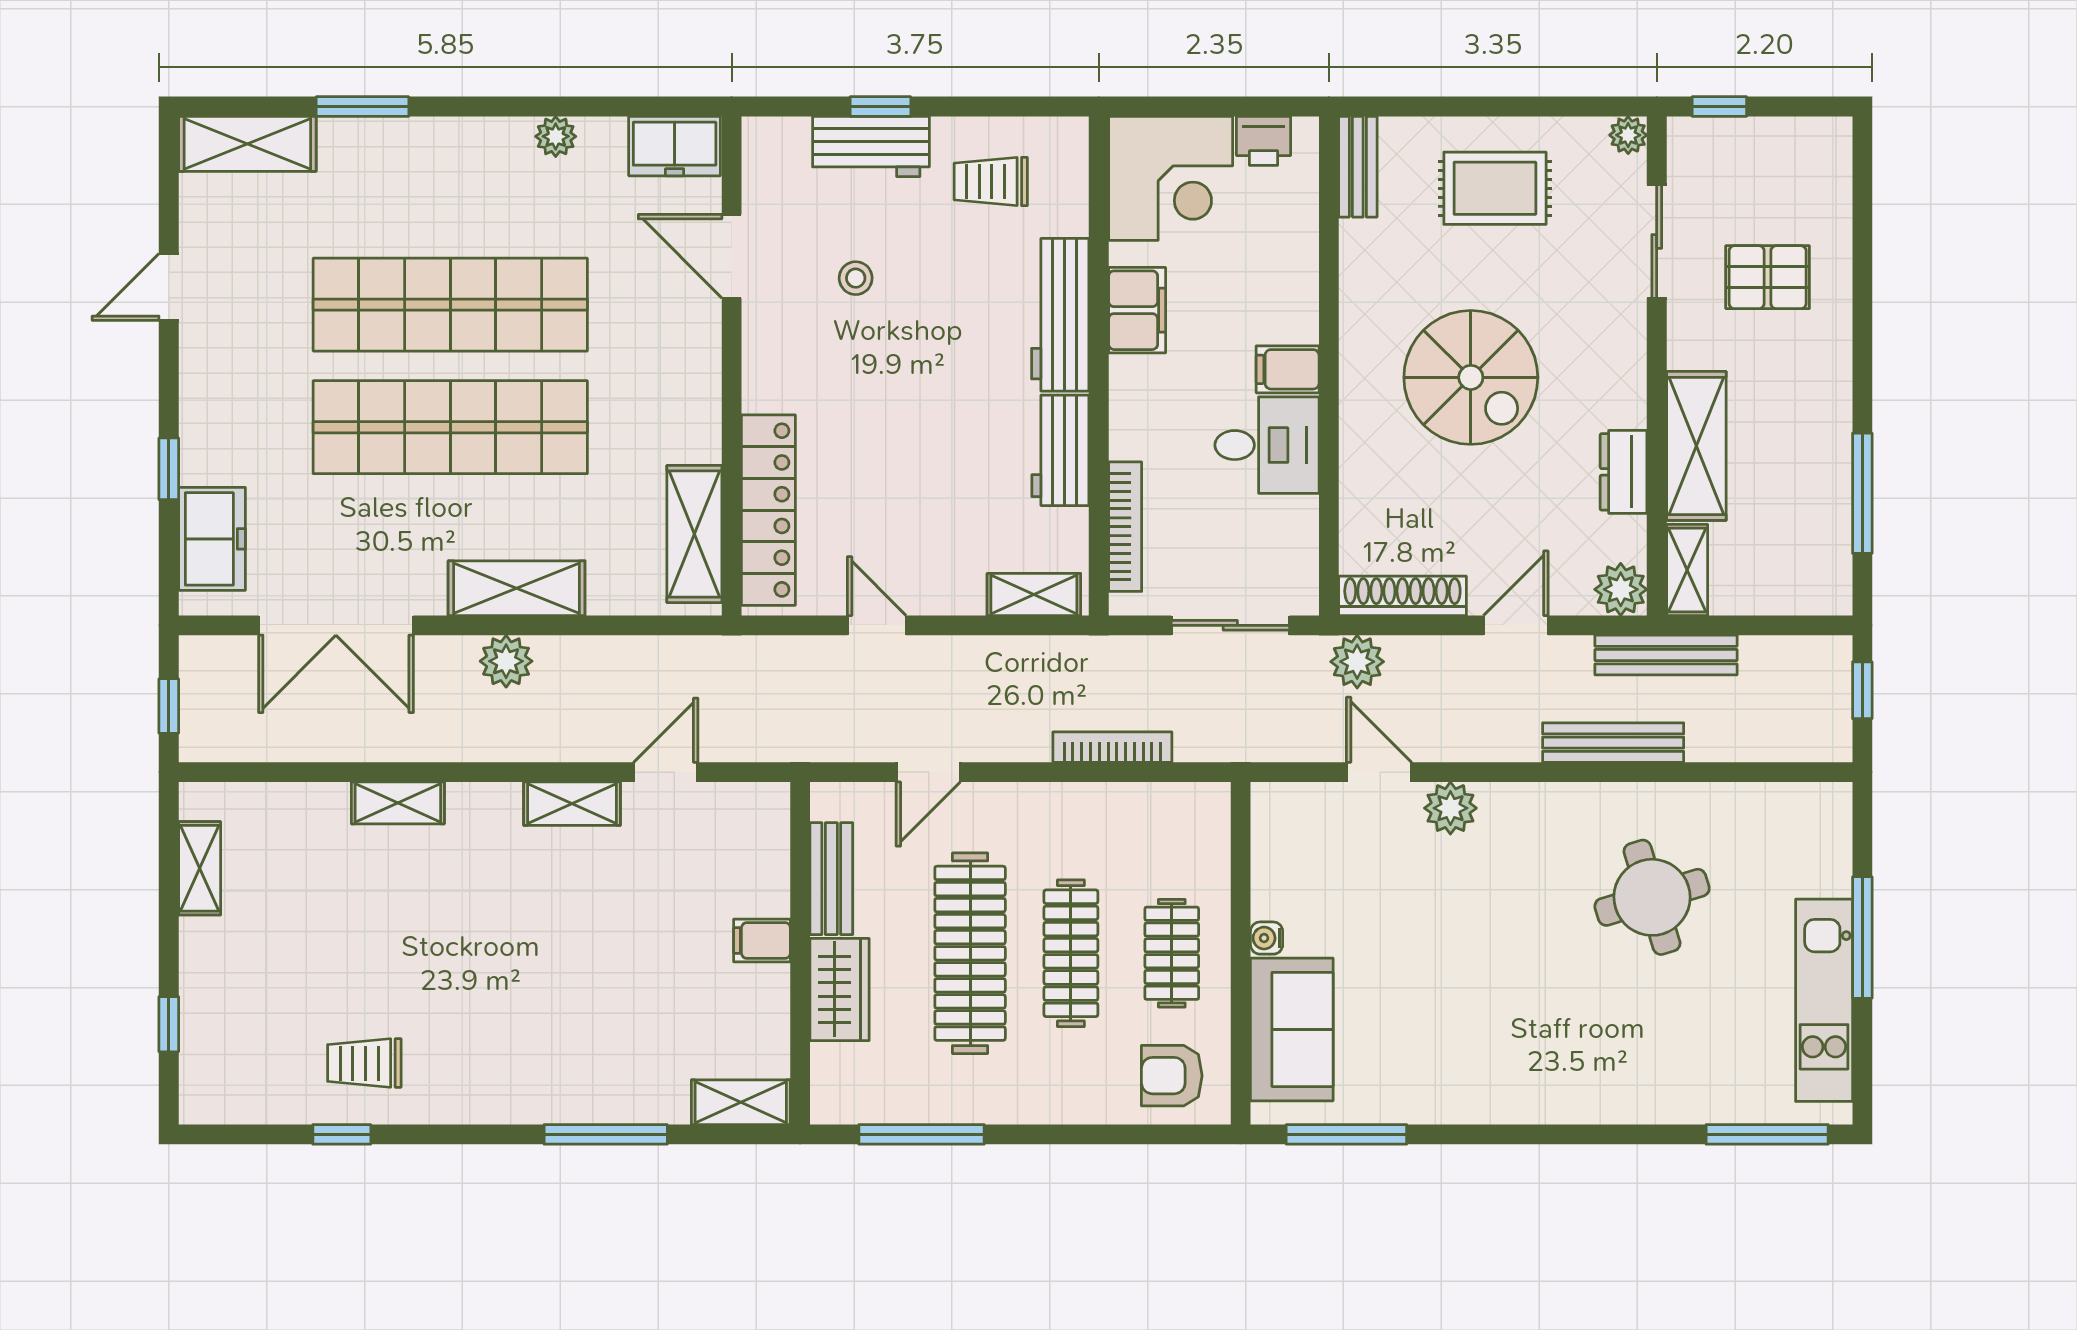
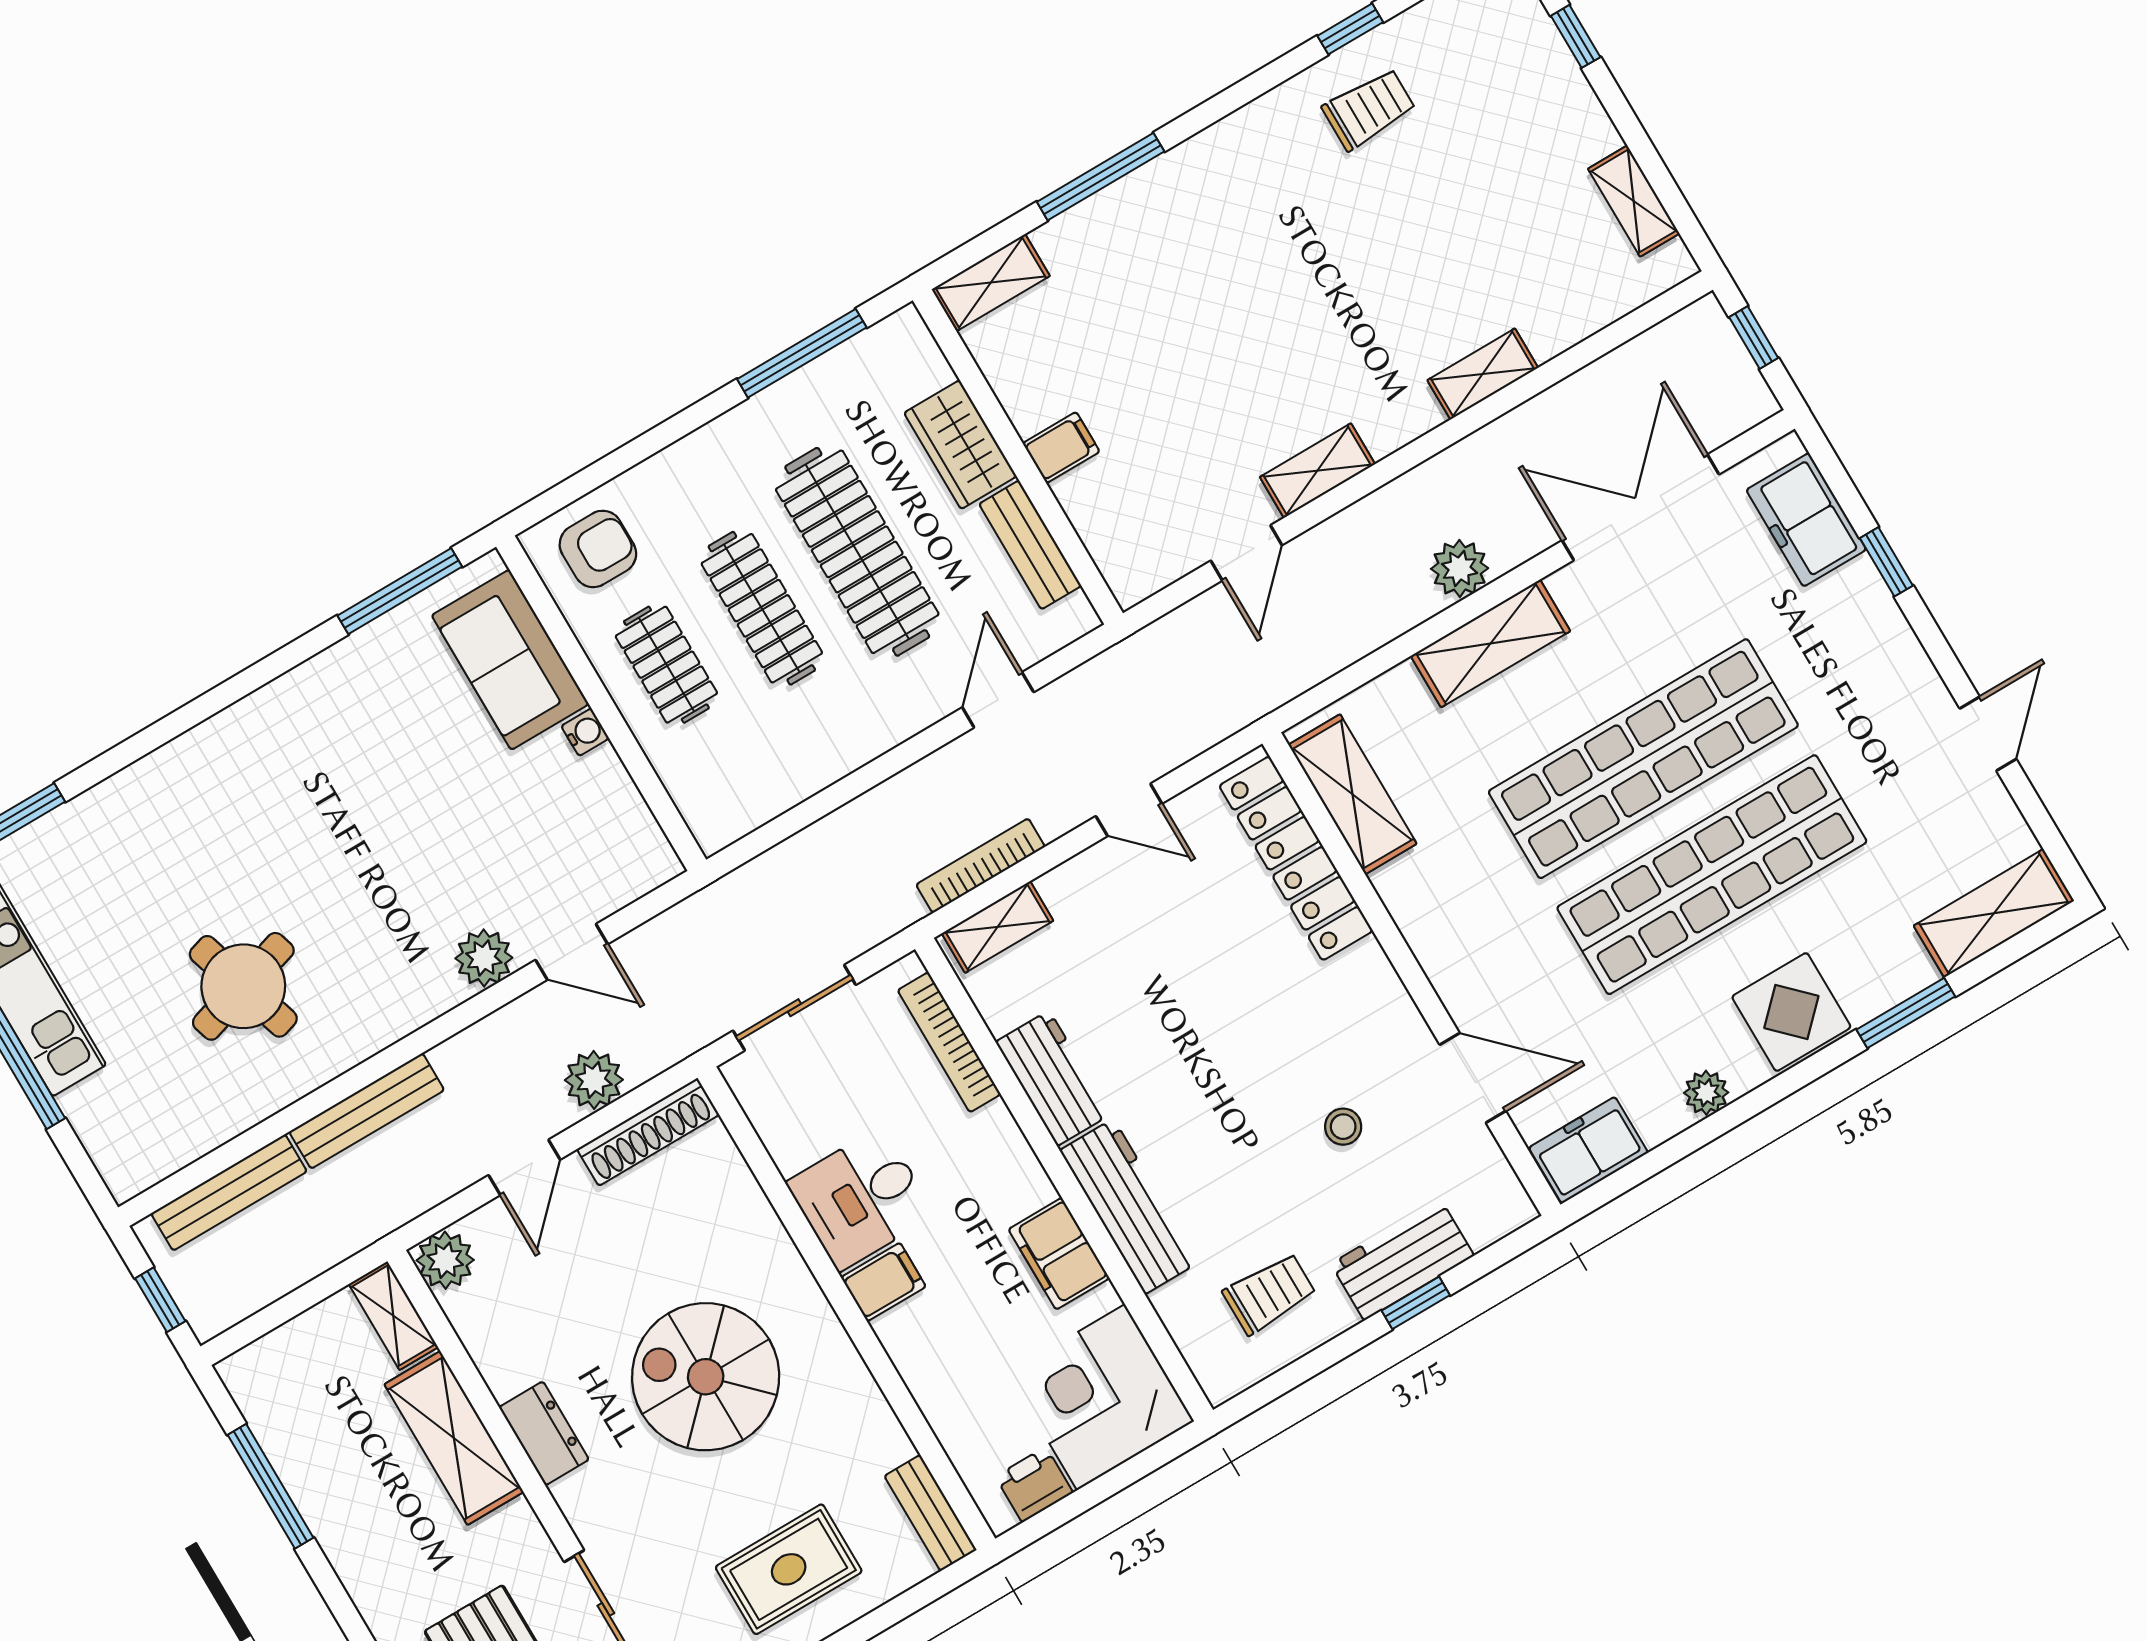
display table: (452, 160) -> (1791, 1012), added
dresser: (1624, 472) -> (544, 1433), moved
bench: (1666, 655) -> (229, 1192), moved
plant: (1357, 662) -> (594, 1080), moved
bookcase: (1112, 747) -> (981, 866), moved, turned 180

